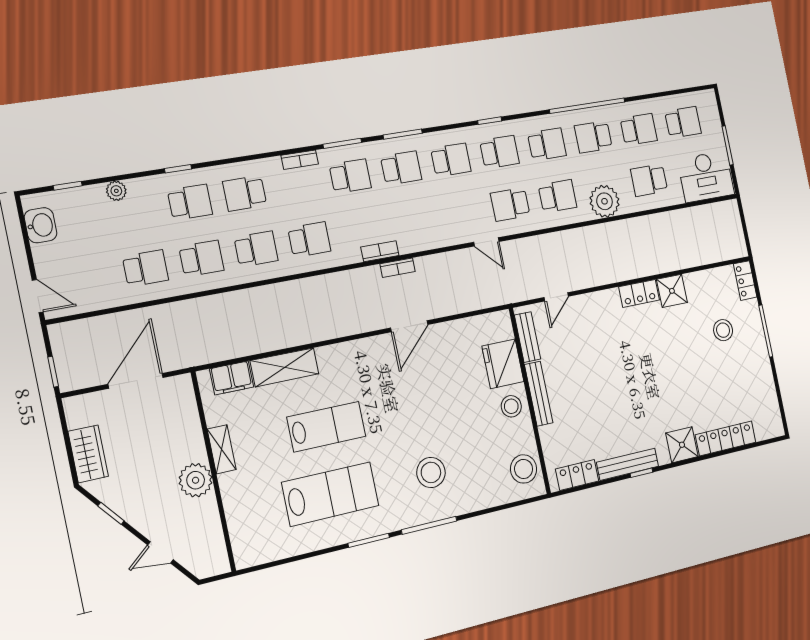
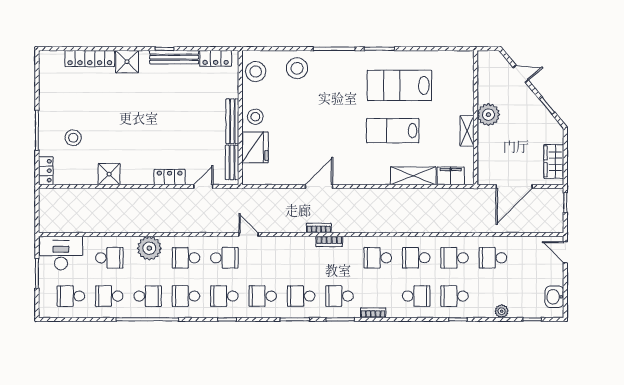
locker: (639, 293) -> (170, 177), moved
wardrobe: (88, 454) -> (554, 161), moved
stool: (431, 472) -> (297, 68), moved

